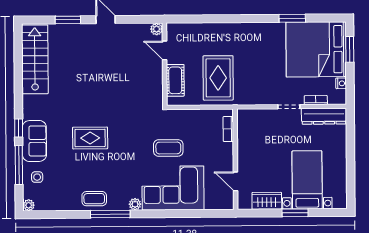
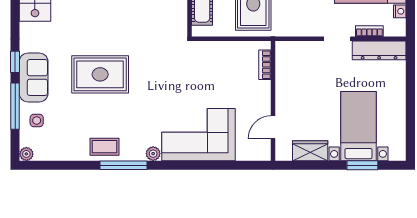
rug: (90, 138) -> (100, 74), width x1.36, depth x1.43
coffee table: (168, 148) -> (193, 87), removed
door: (235, 181) -> (273, 127), hinge flipped
window: (295, 213) -> (362, 165), moved

